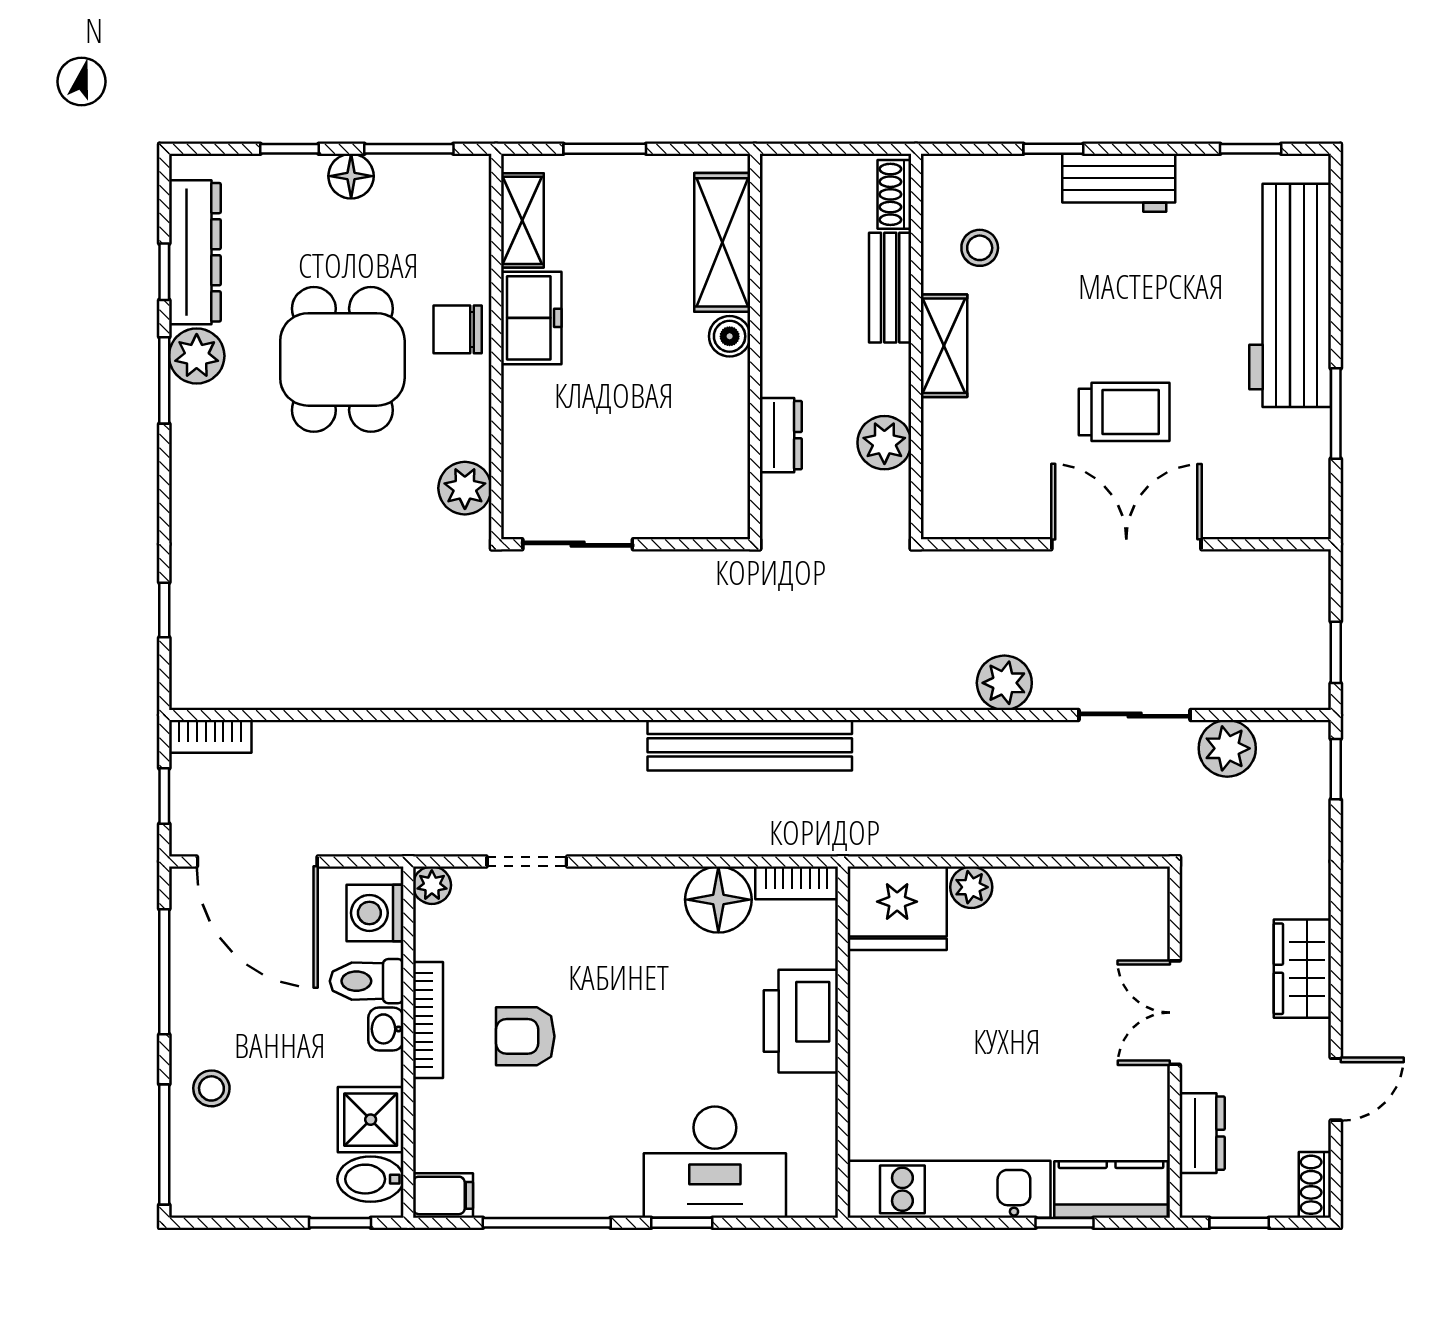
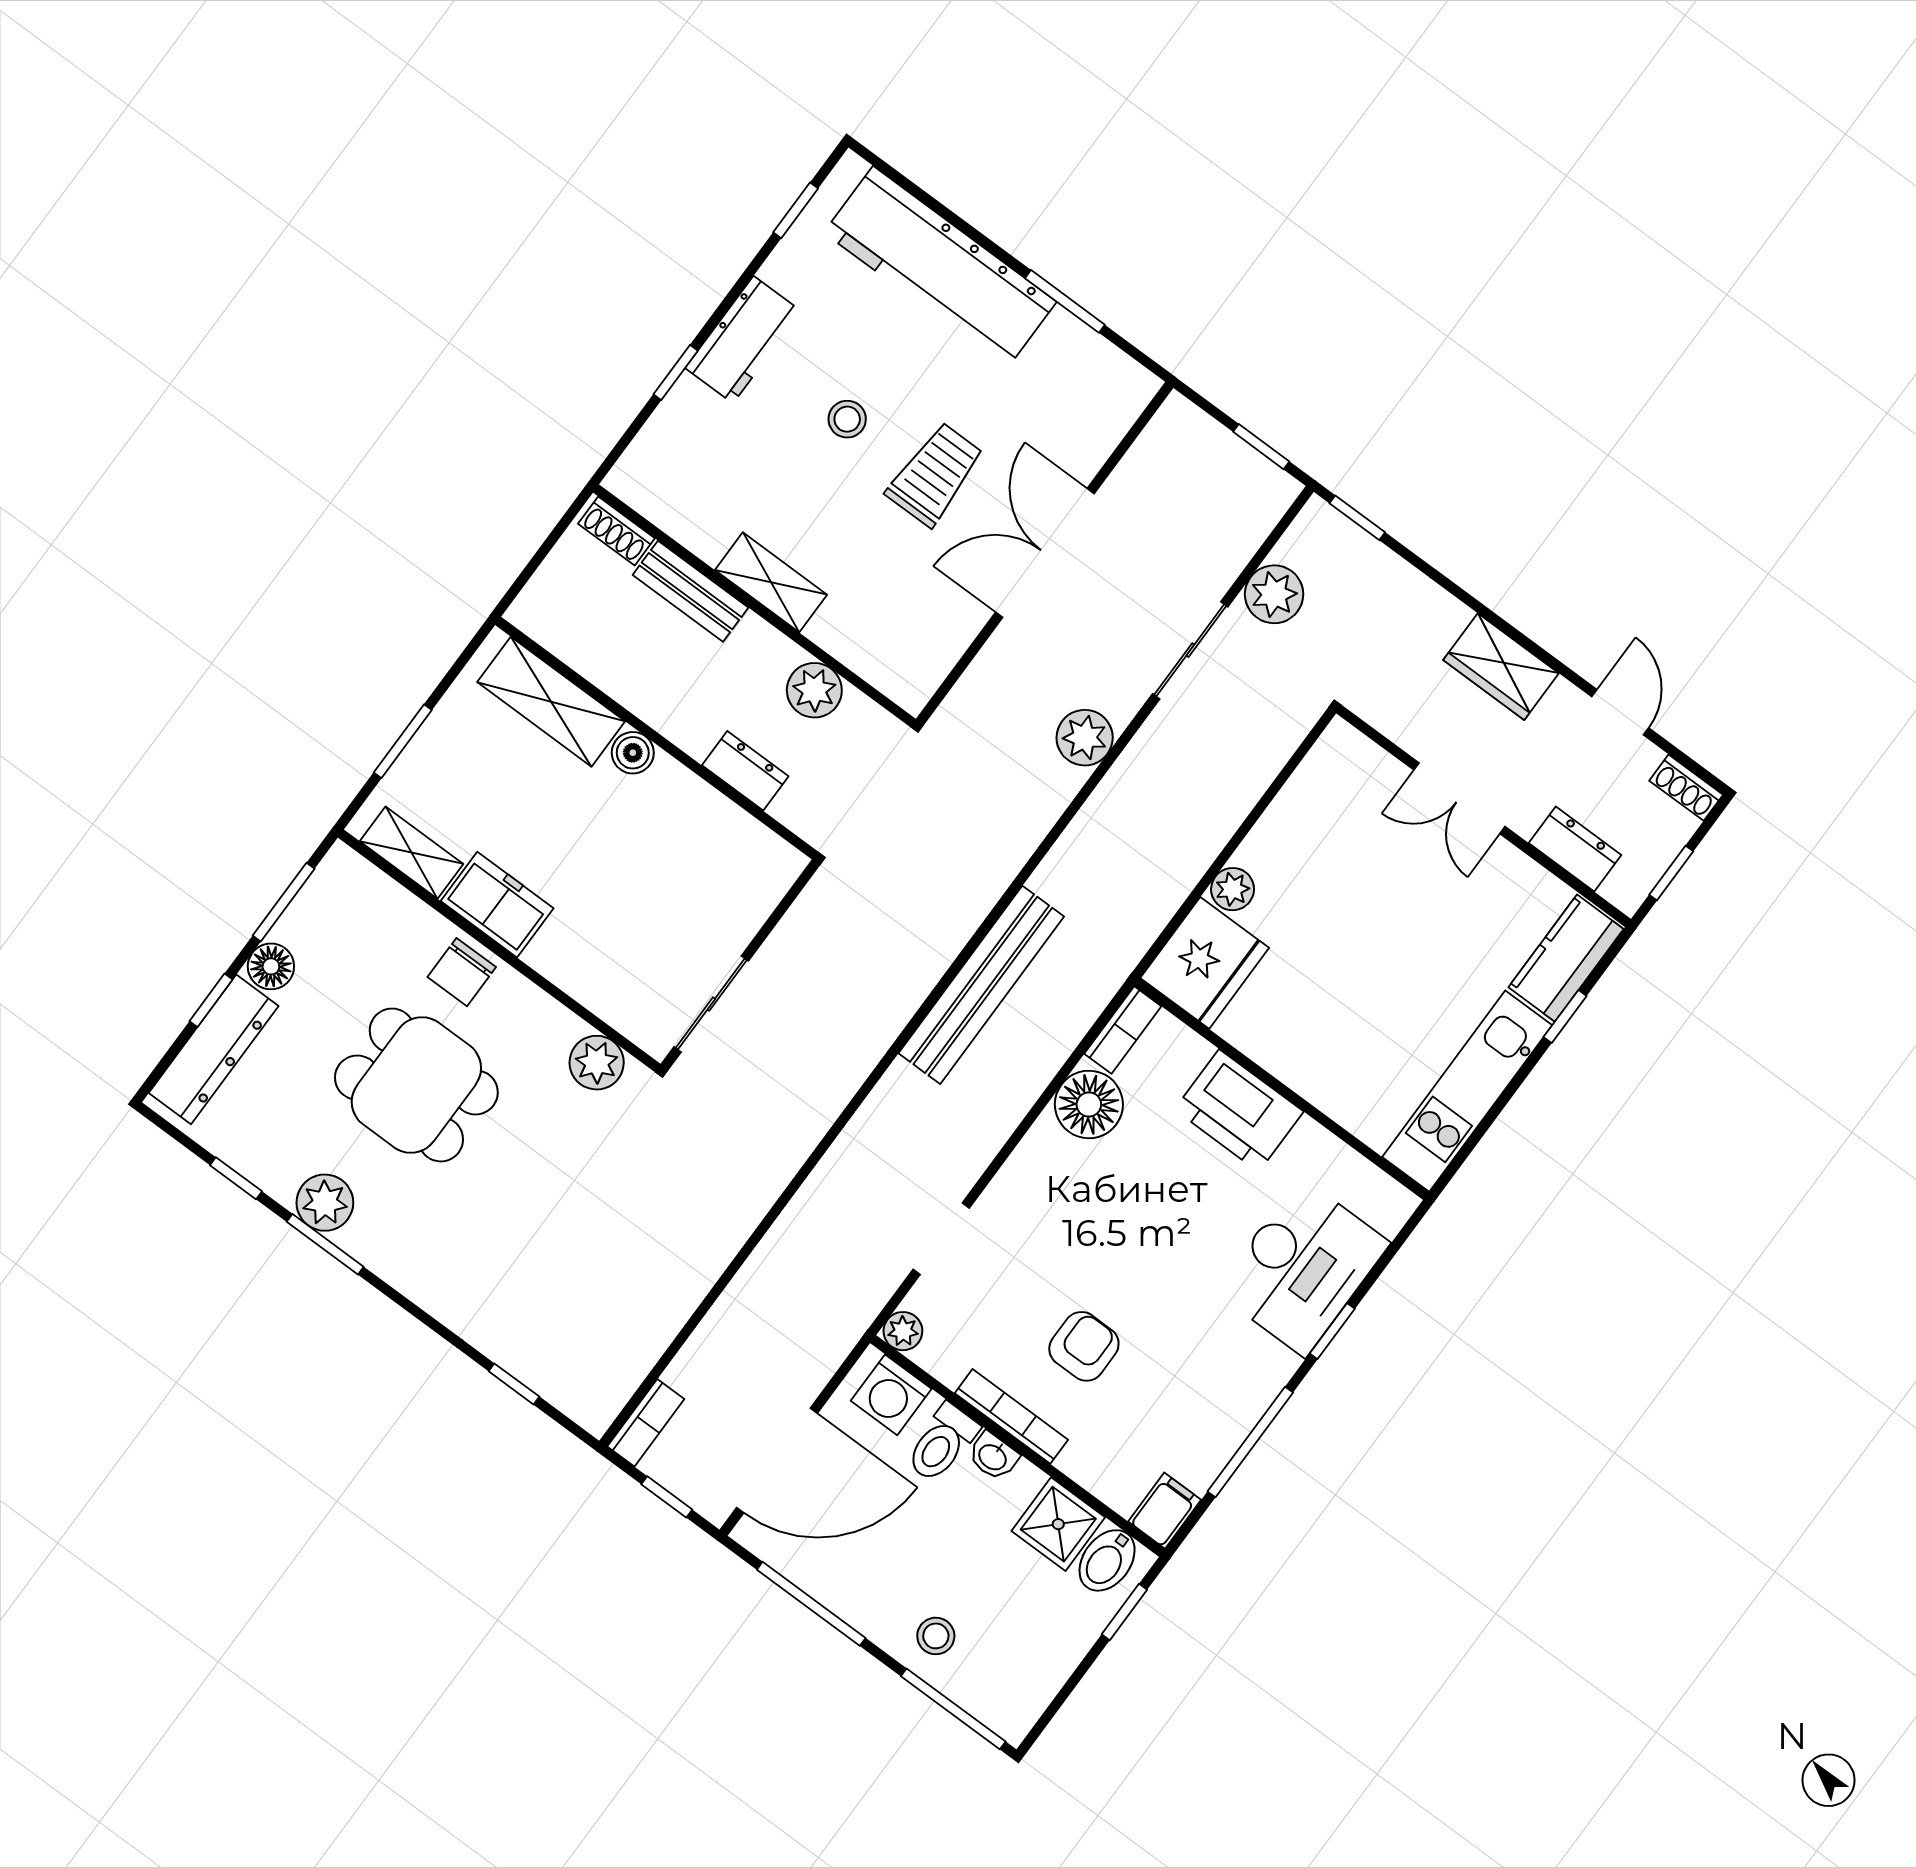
stool: (980, 248) -> (847, 419), moved
dresser: (195, 252) -> (214, 1049), moved, turned 90
armchair: (525, 1036) -> (1084, 1346), turned 180

